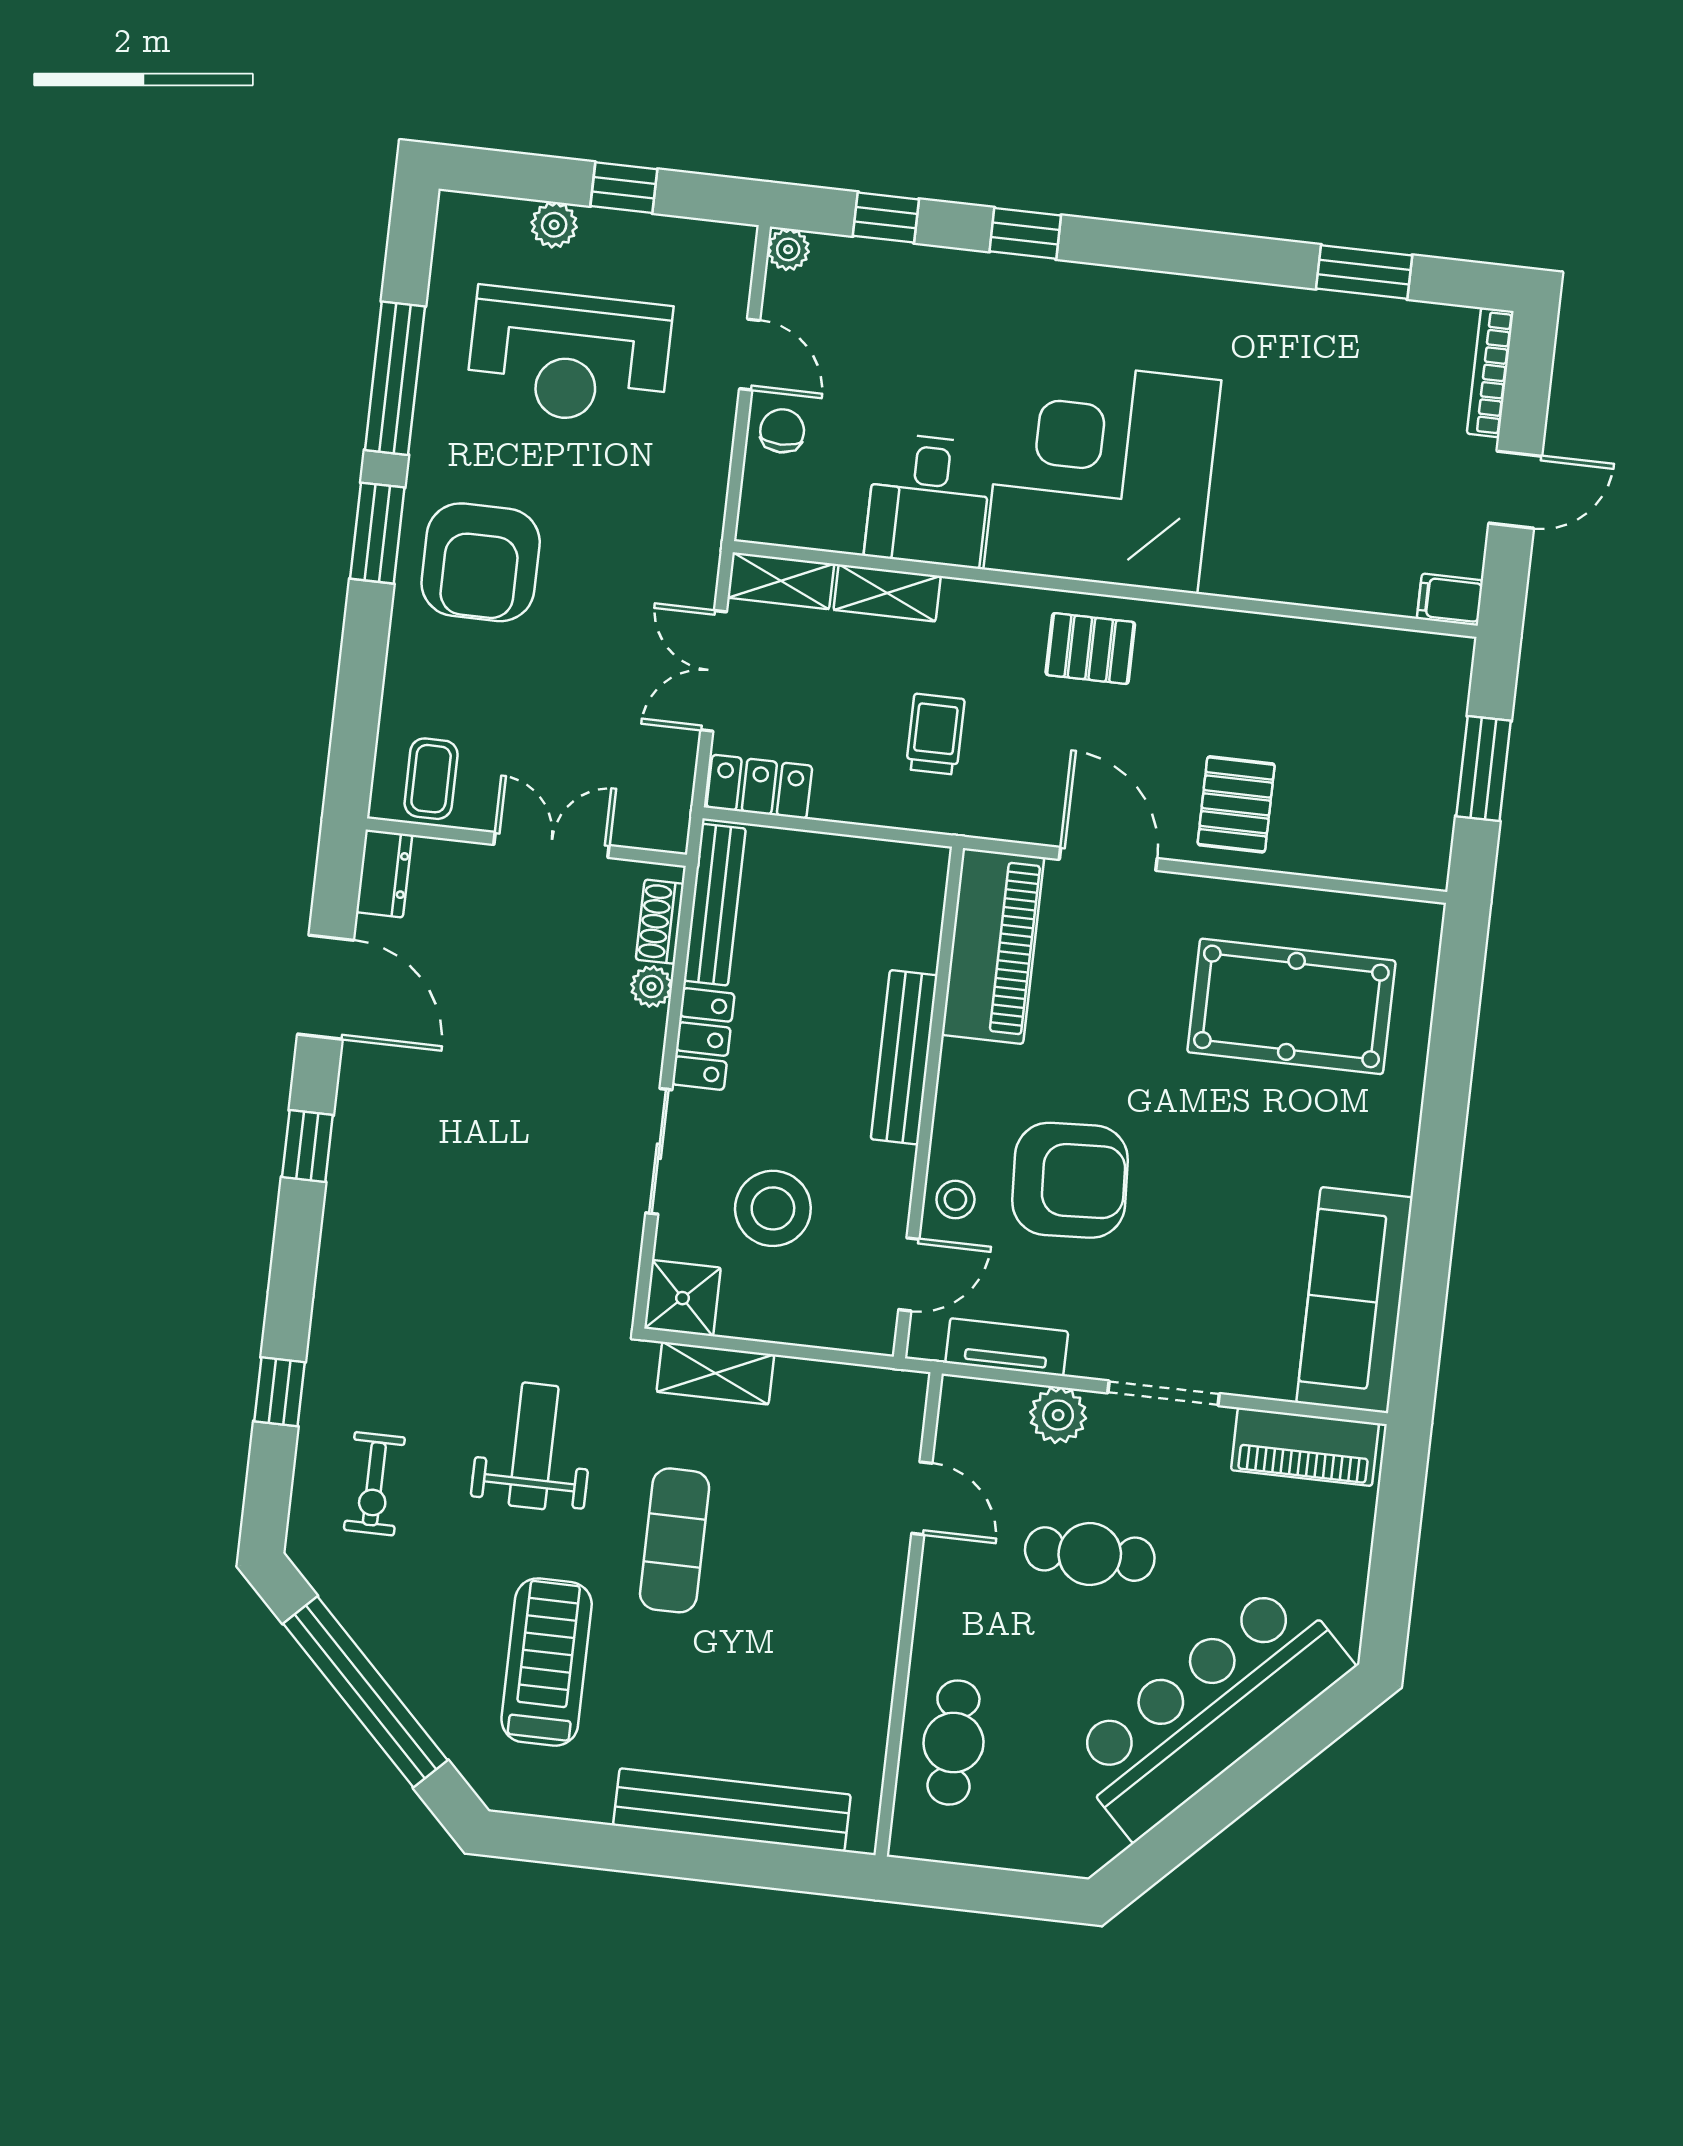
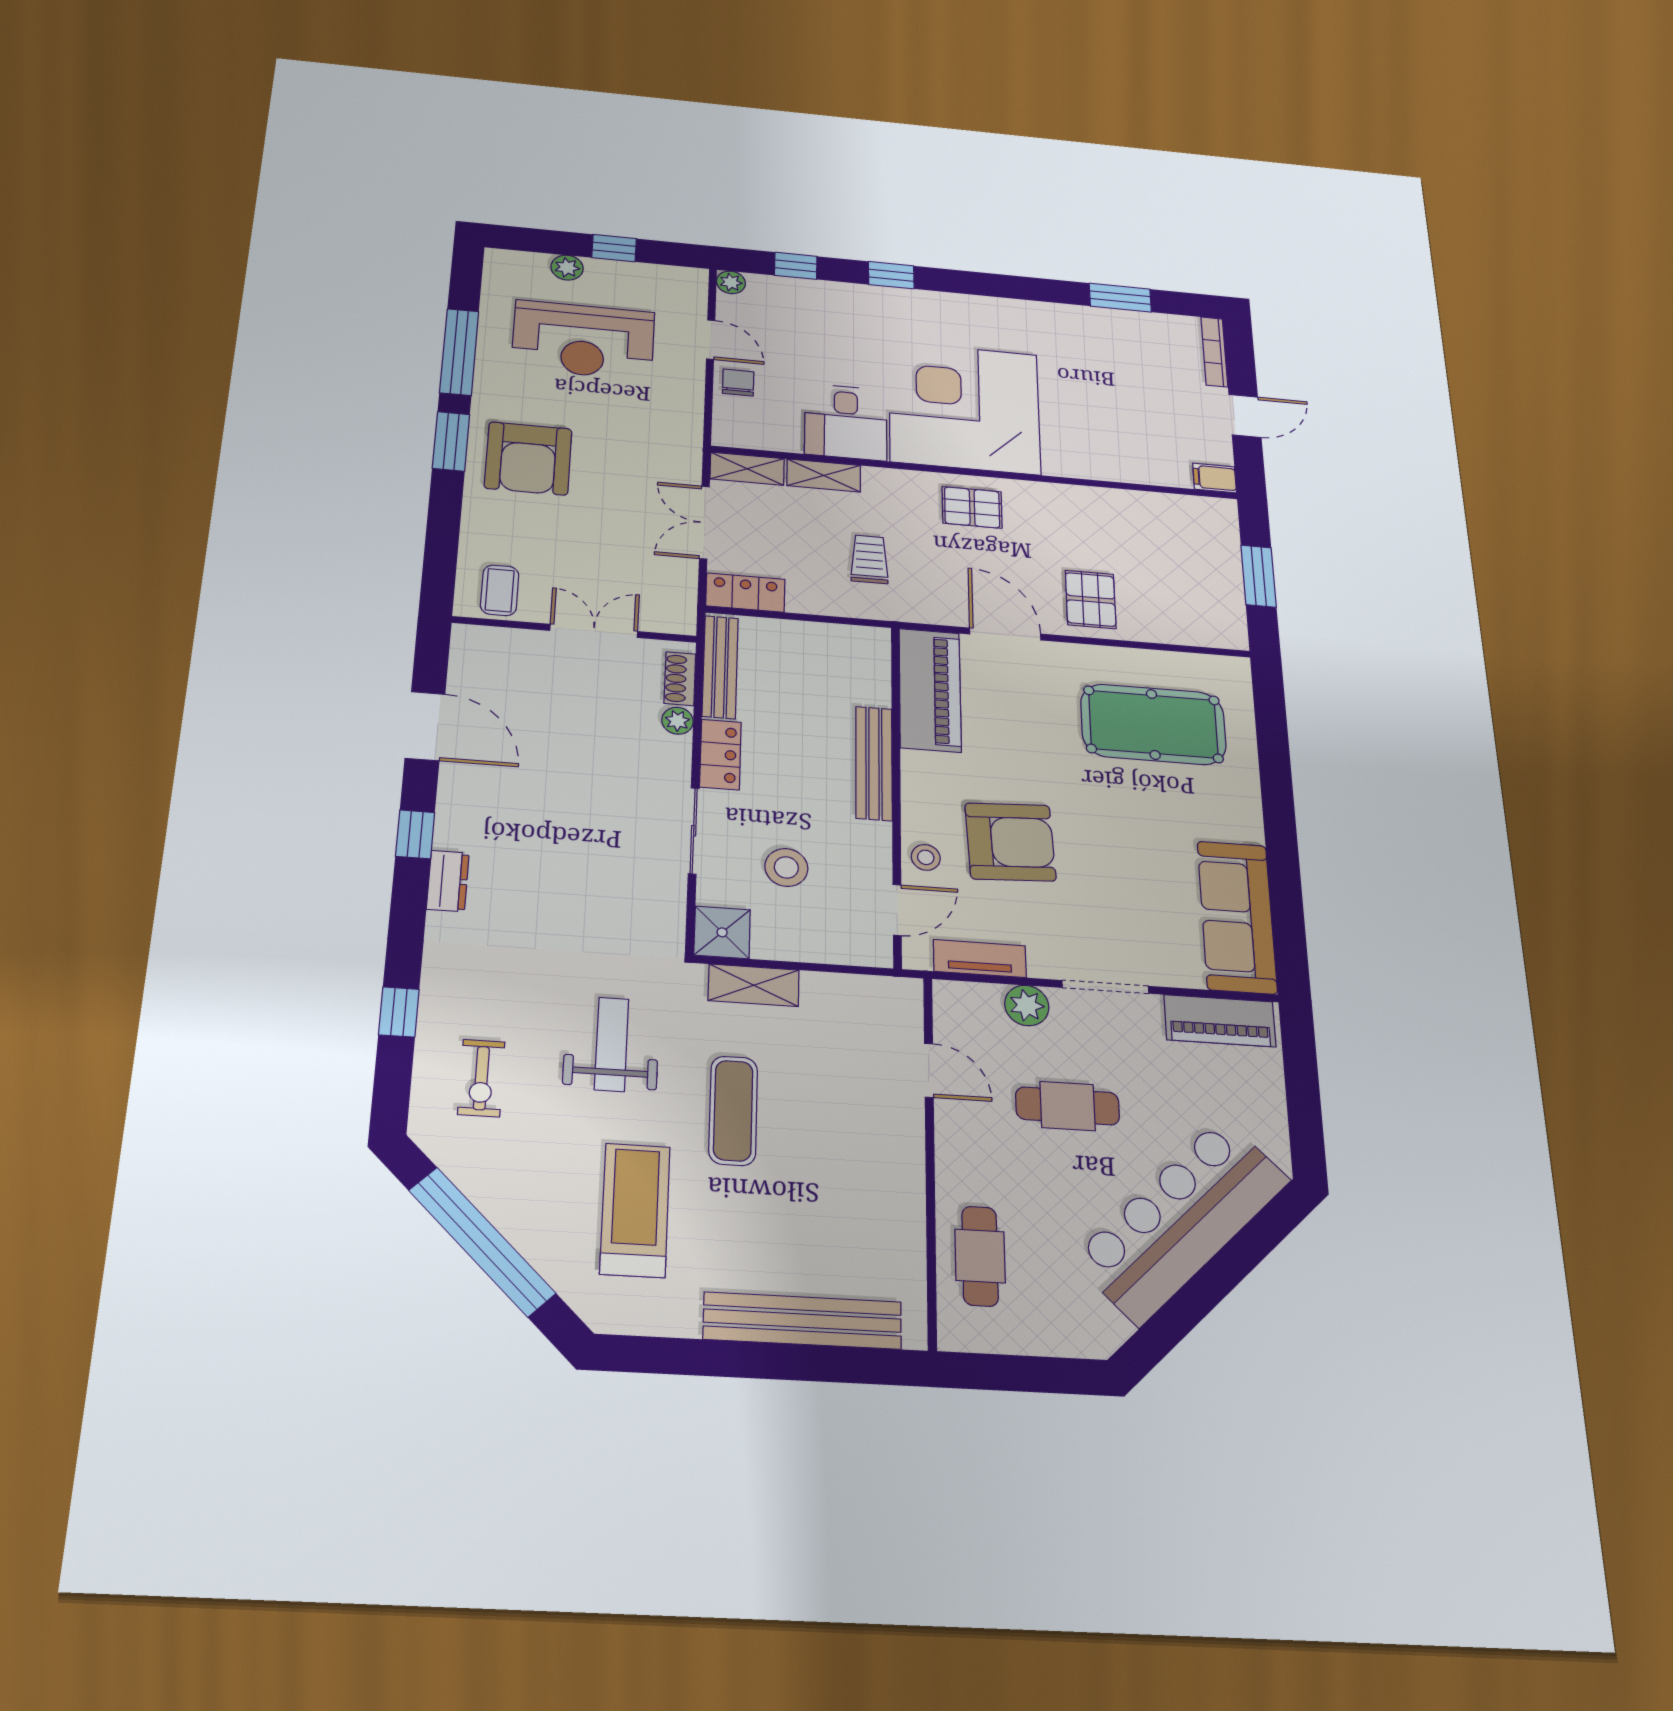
dresser: (384, 873) -> (448, 881), moved
stool: (773, 1208) -> (786, 867), width x0.73, depth x0.73

